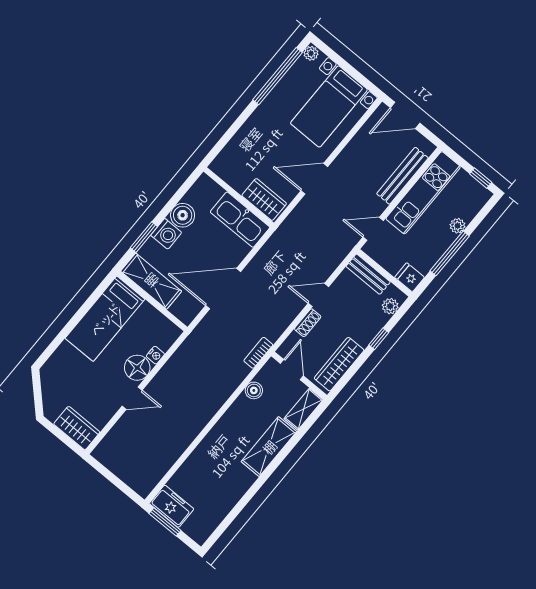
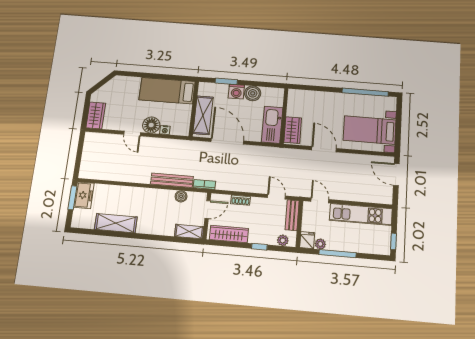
plant: (311, 53) -> (391, 101), removed
bench: (402, 176) -> (172, 180), moved
plant: (458, 226) -> (320, 244), moved
shelving: (151, 281) -> (203, 115), moved
door: (318, 295) -> (276, 197), moved
shelving: (269, 447) -> (116, 223), moved

